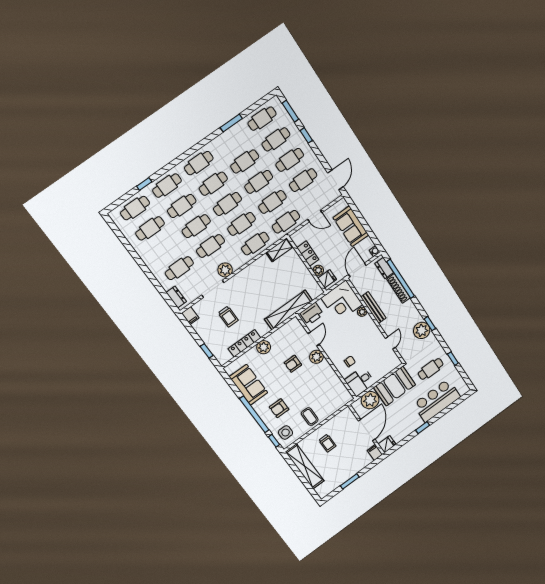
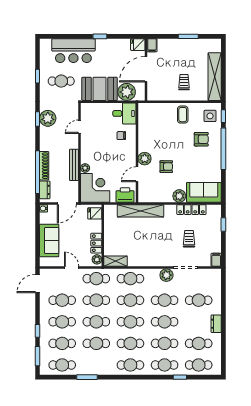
plant: (318, 270) -> (97, 259), moved
dresser: (176, 297) -> (216, 324), moved
sofa: (249, 385) -> (204, 192), moved, turned 90

